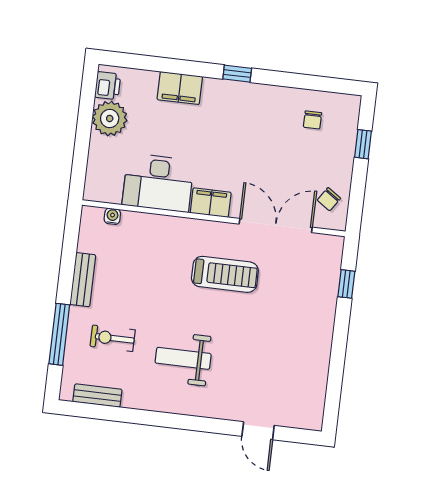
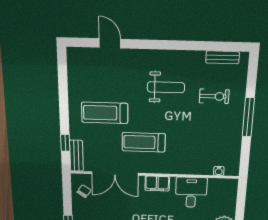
desk: (158, 183) -> (191, 192), width x0.73
bench: (83, 280) -> (76, 156), moved
treadmill: (279, 327) -> (105, 113), added
window: (59, 334) -> (248, 117), moved

